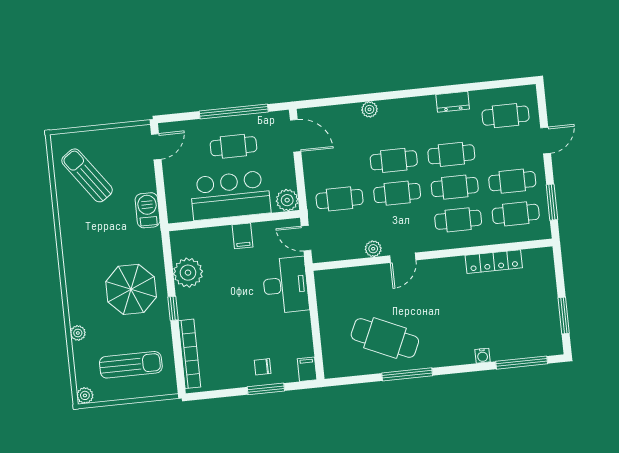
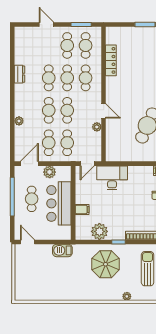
cafe table: (506, 116) -> (49, 143), moved
sun lounger: (87, 175) -> (39, 282), removed
plant: (287, 200) -> (50, 172), moved
filing cabinet: (243, 236) -> (82, 209), moved

